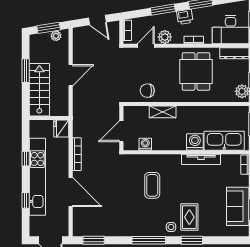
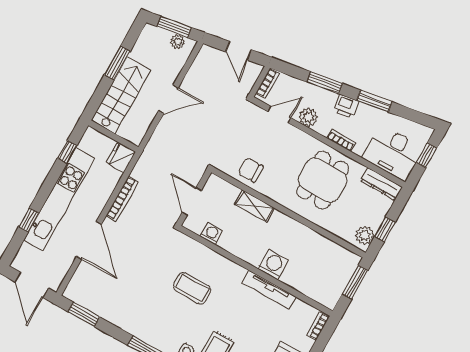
door: (121, 131) -> (192, 201), hinge flipped
kitchen sink: (224, 141) -> (310, 283), removed
window: (26, 159) -> (67, 152), moved
coffee table: (152, 185) -> (192, 288), turned 90

